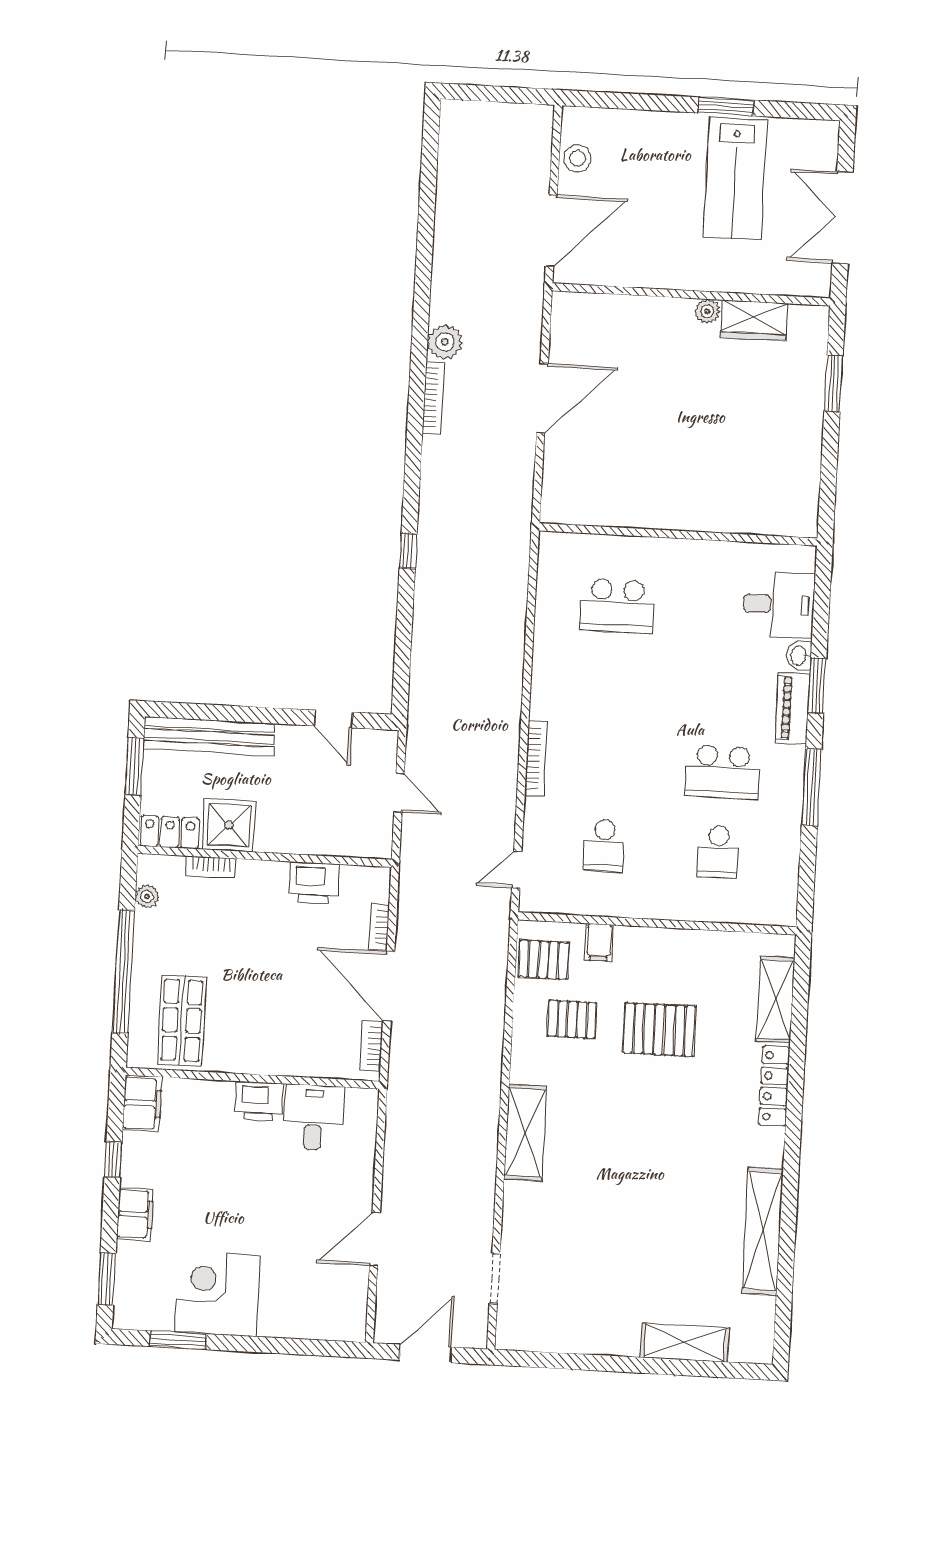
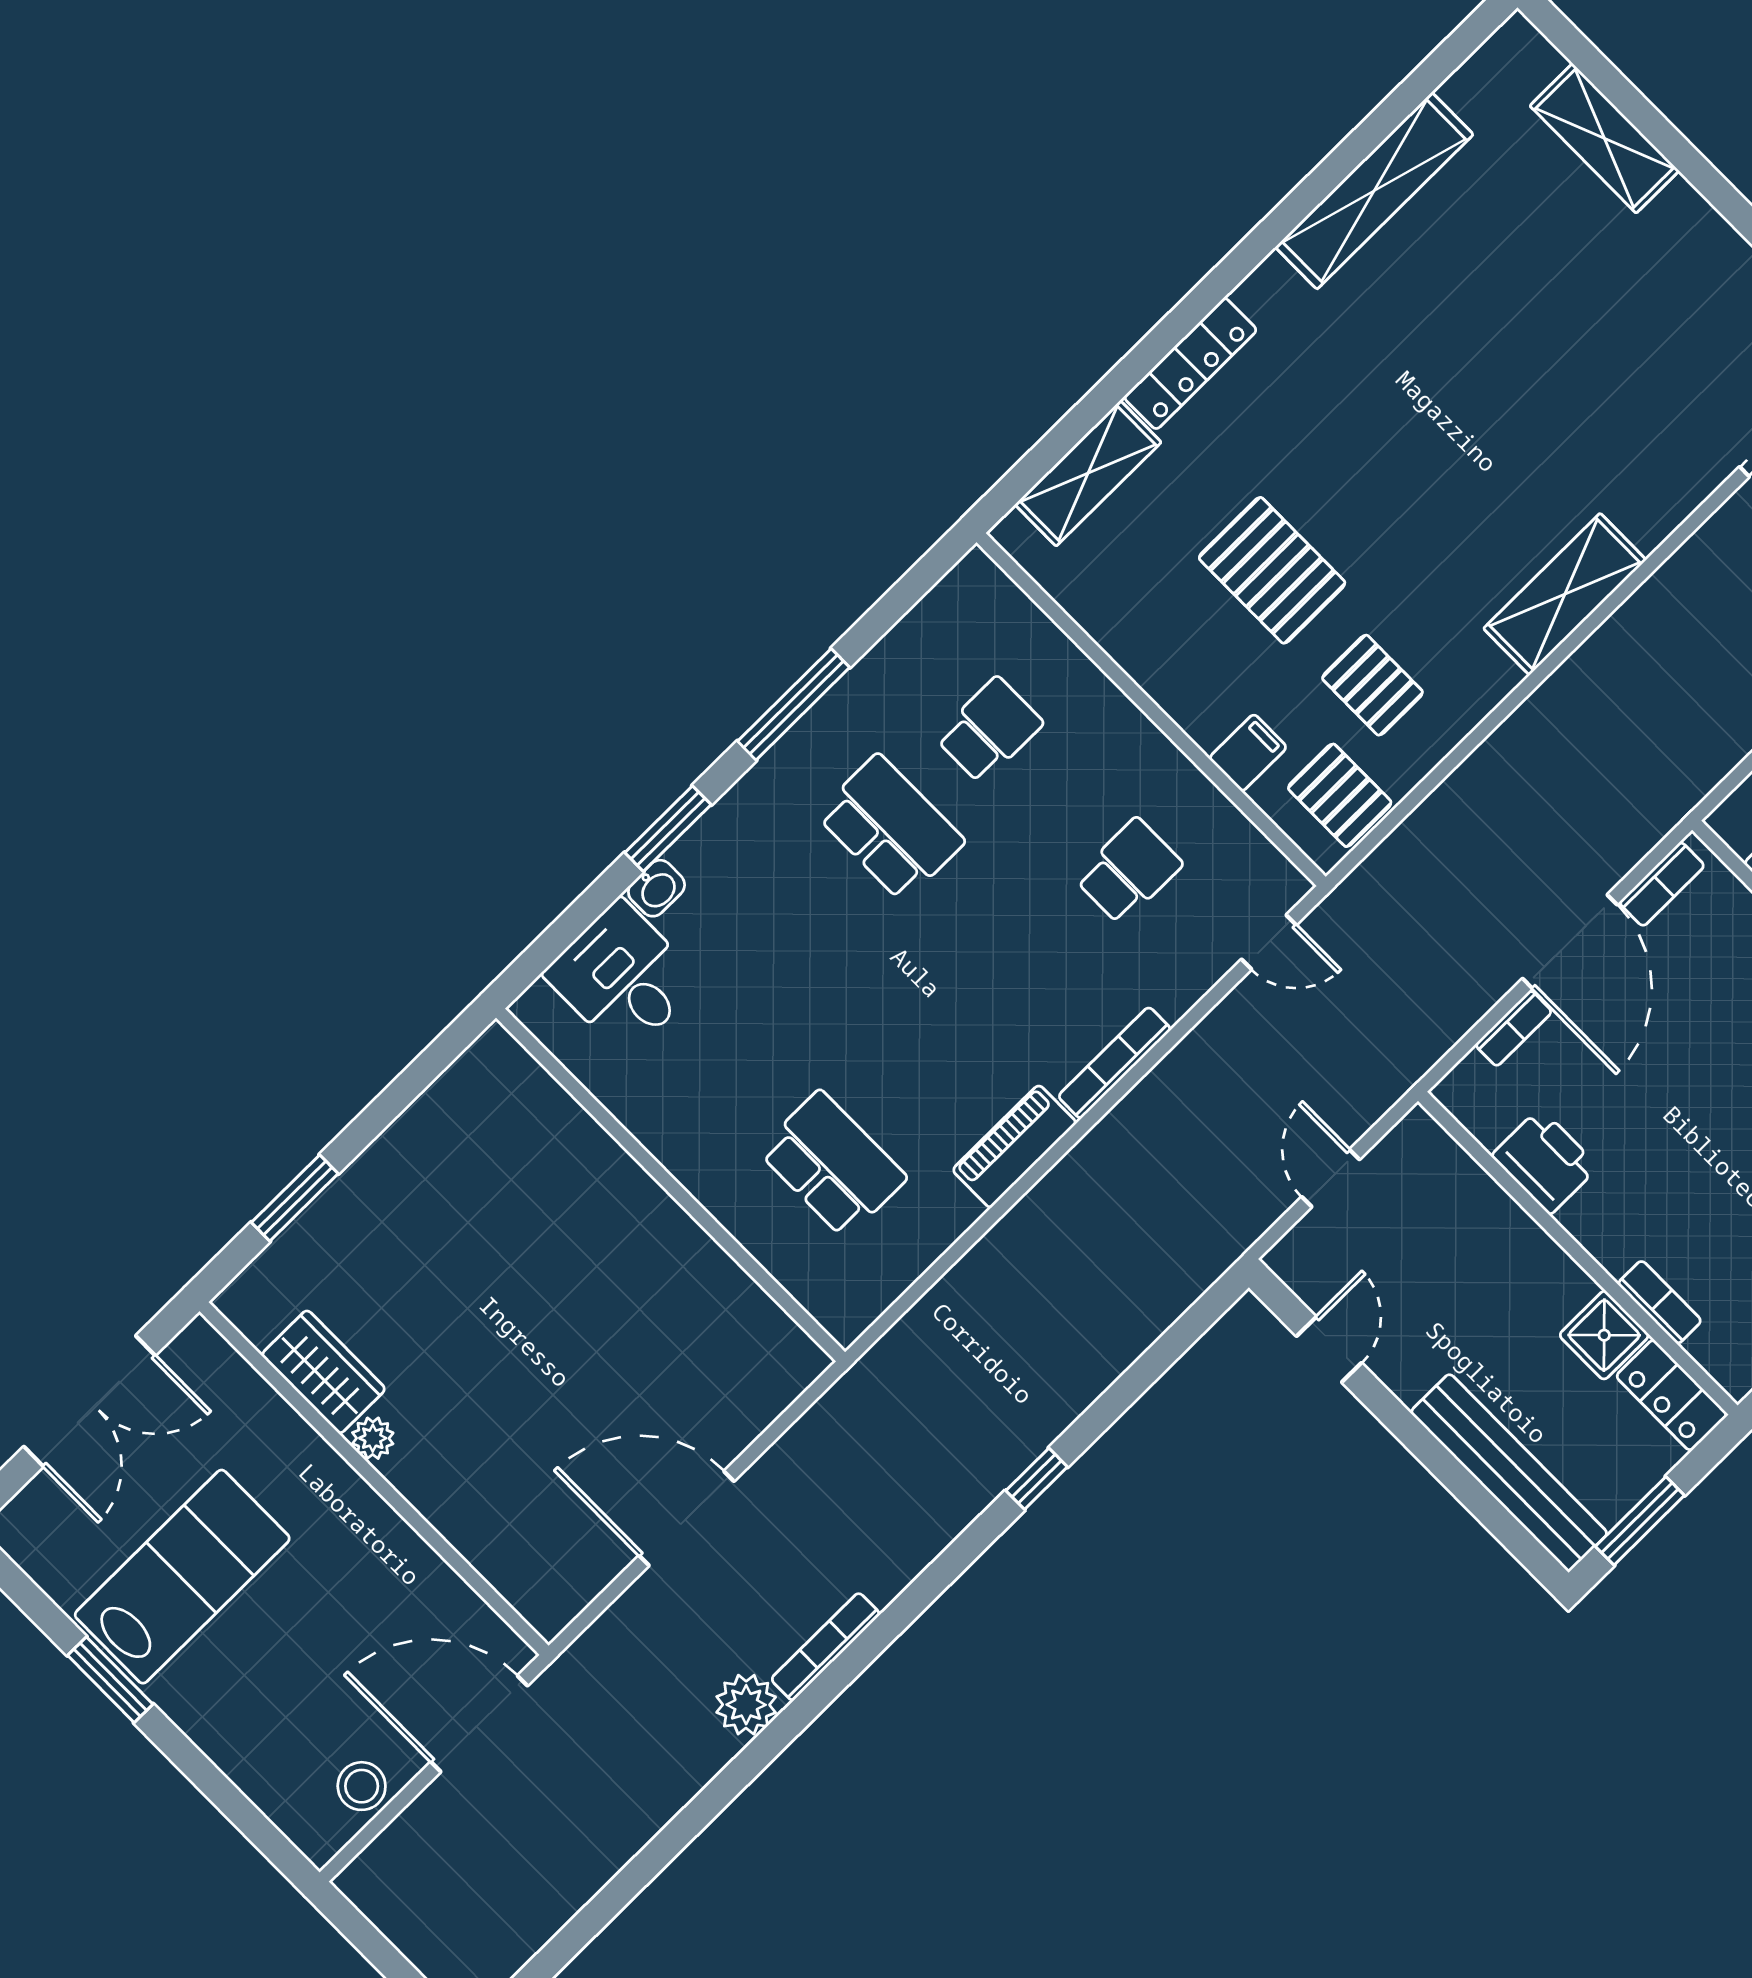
piano: (792, 708) -> (1014, 1146), moved, turned 180
shower: (229, 825) -> (1604, 1335), width x0.73, depth x0.73

